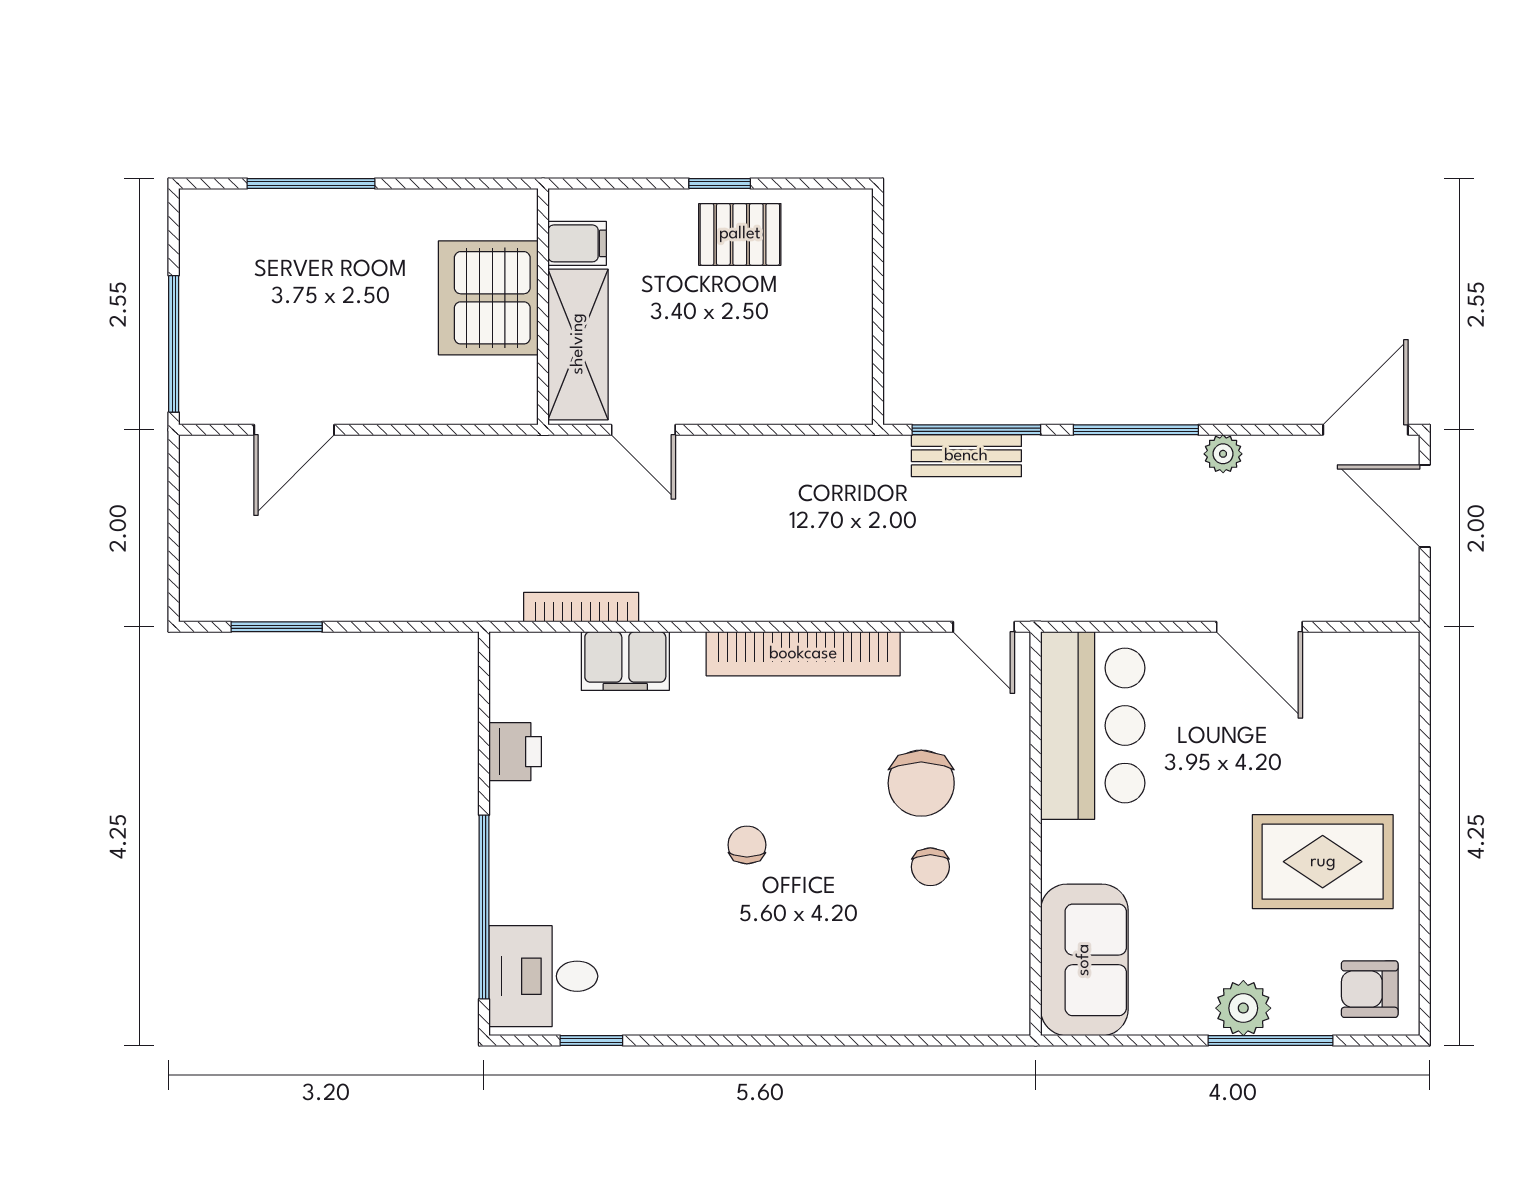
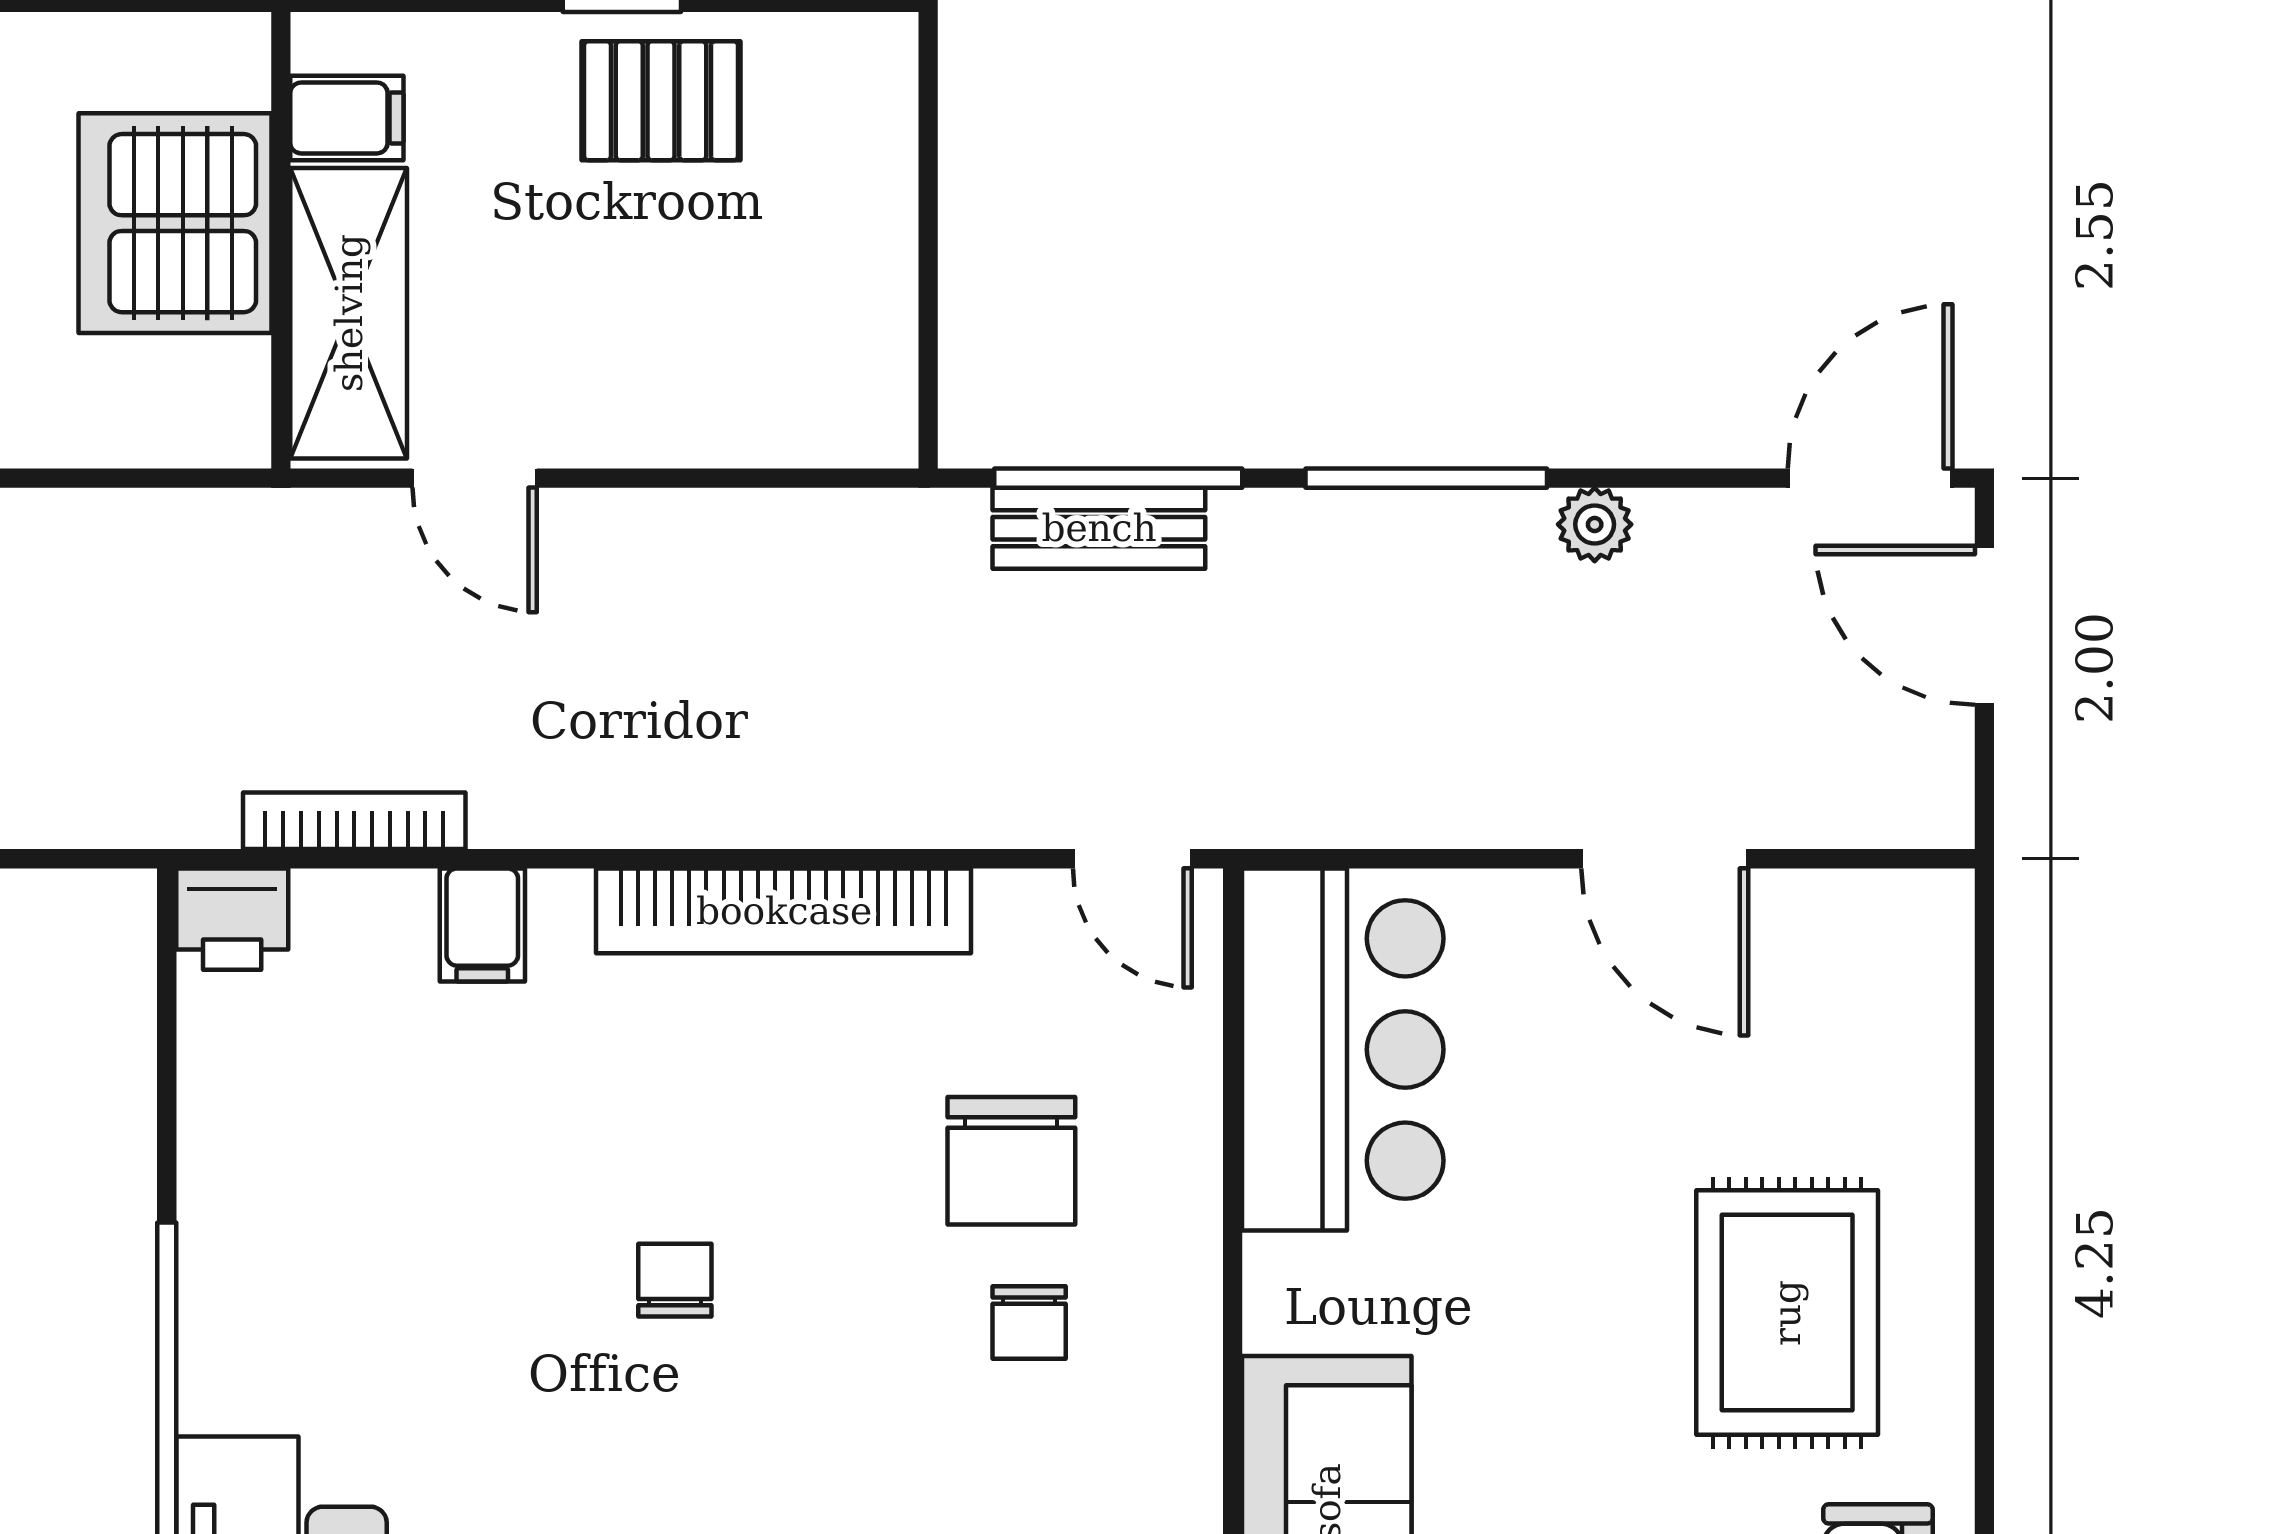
filing cabinet: (625, 661) -> (482, 925), width x0.50
printer: (515, 752) -> (232, 919), moved, turned 90
rug: (1323, 862) -> (1787, 1313), turned 90

